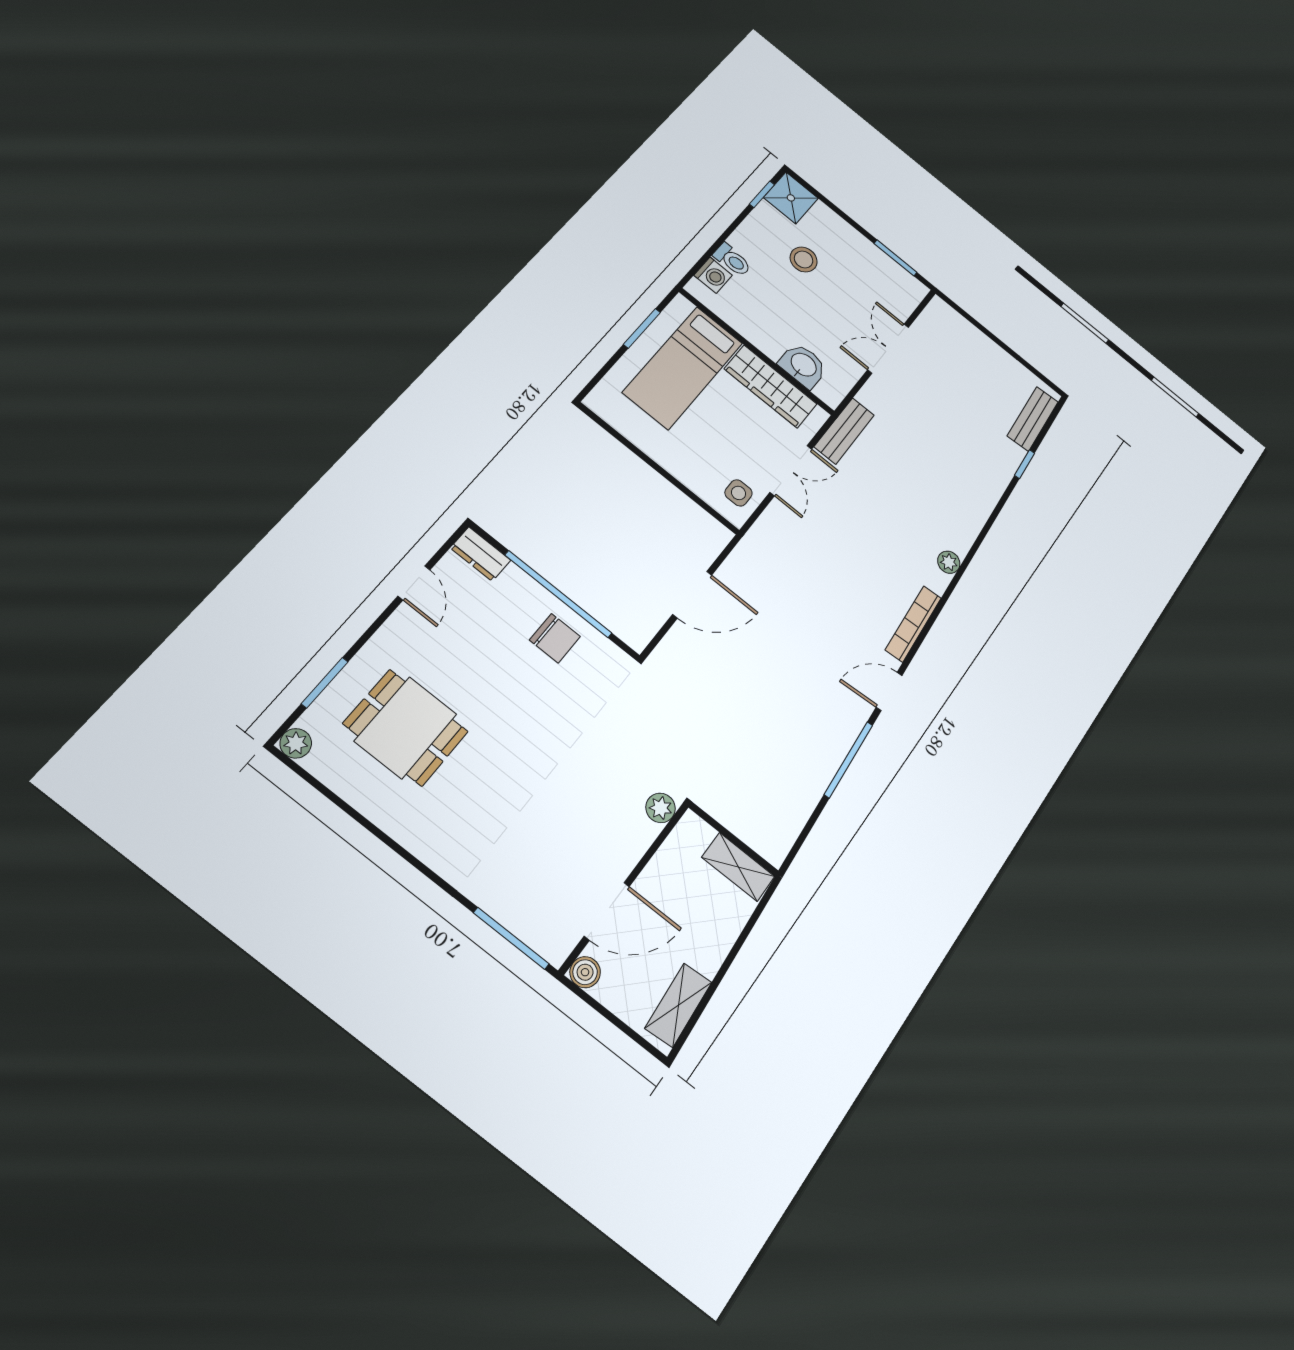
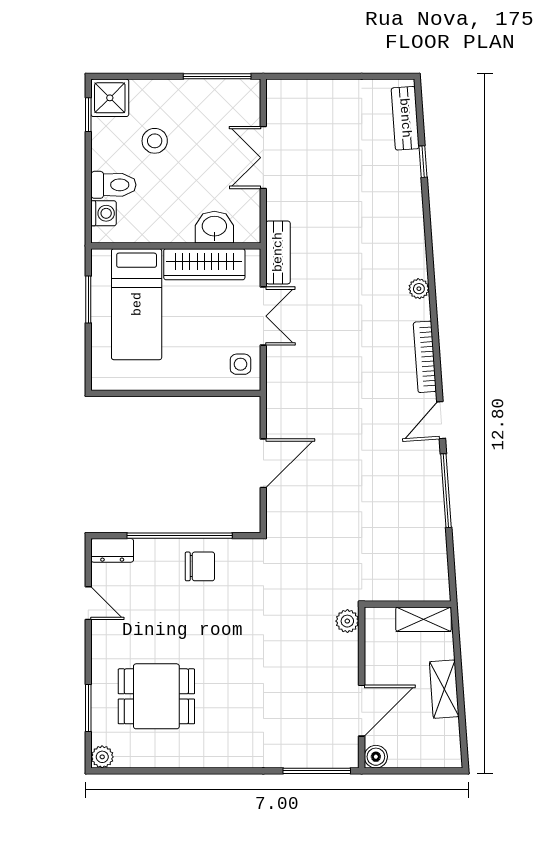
window: (895, 258) -> (217, 76), width x1.44
toilet: (732, 260) -> (113, 185), width x1.37, depth x1.39
shelving: (678, 1005) -> (444, 689), moved

